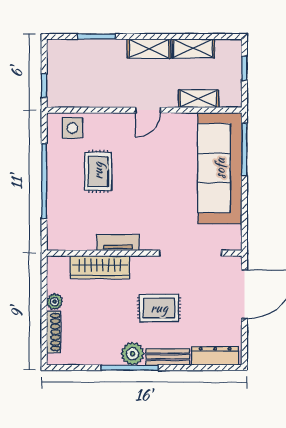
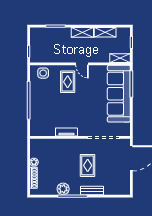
shelving: (199, 99) -> (120, 58), moved
door: (148, 110) -> (82, 64), hinge flipped
rug: (98, 171) -> (68, 82), moved
wardrobe: (100, 267) -> (57, 144), removed
rug: (159, 308) -> (88, 165), turned 90
plant: (133, 354) -> (63, 189), moved
dresser: (215, 356) -> (116, 190), removed

